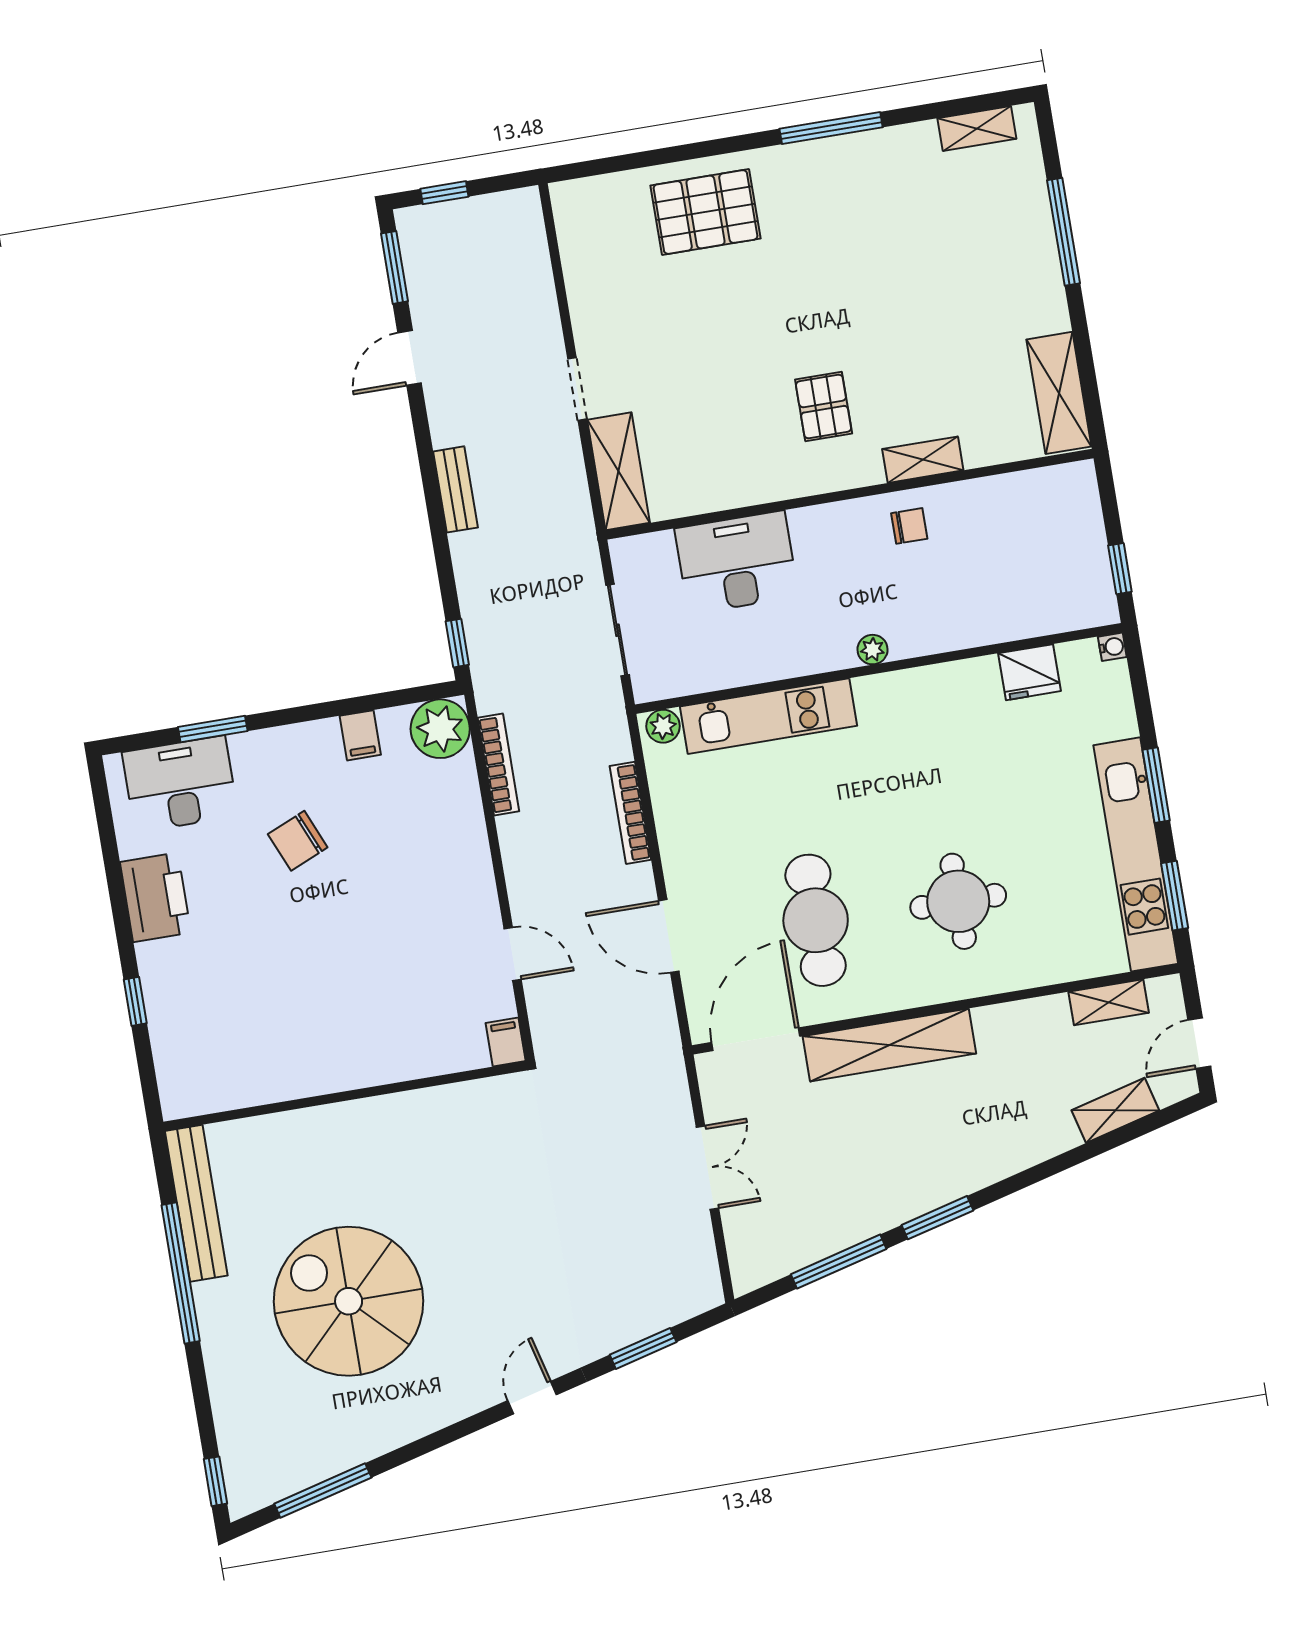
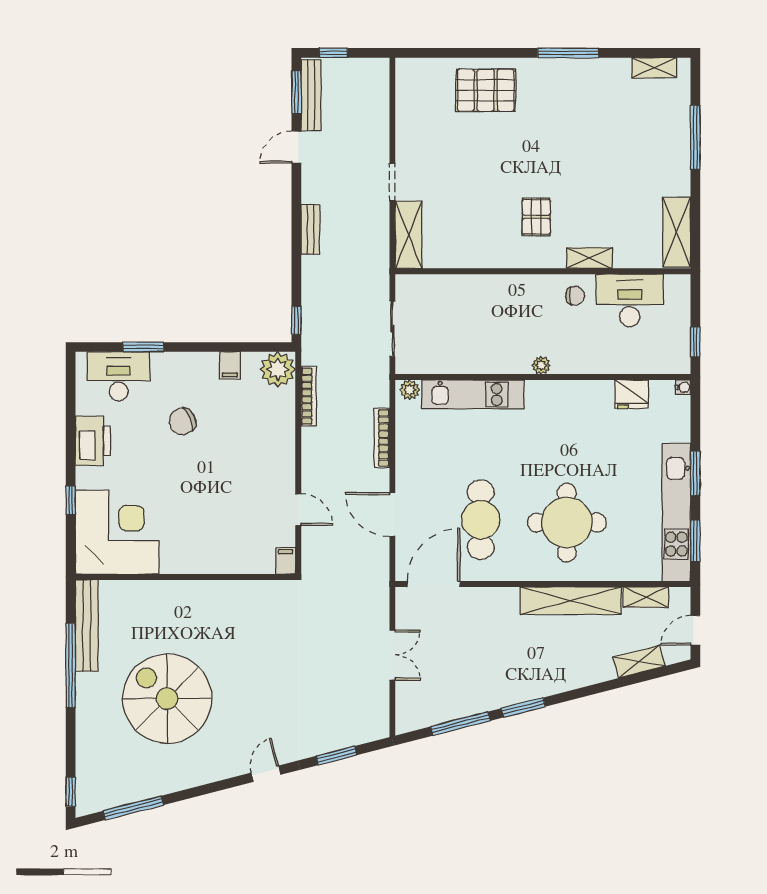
bench: (419, 268) -> (311, 95), added
desk: (737, 562) -> (630, 300), moved
round table: (958, 901) -> (567, 523), width x1.36, depth x1.36
corner desk: (221, 1041) -> (117, 532), added
shelving: (889, 1045) -> (571, 601), moved

